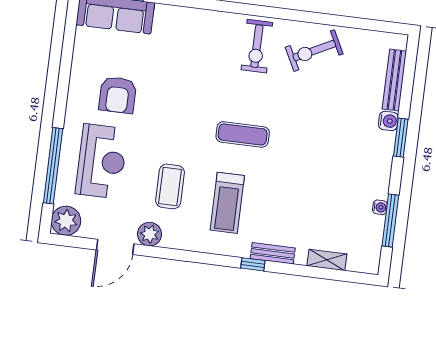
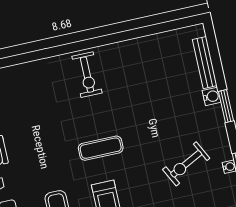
exercise bike: (314, 51) -> (186, 164), moved

